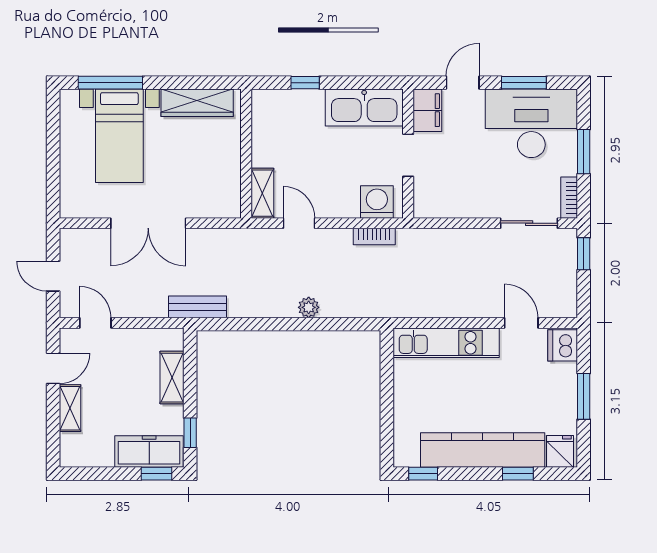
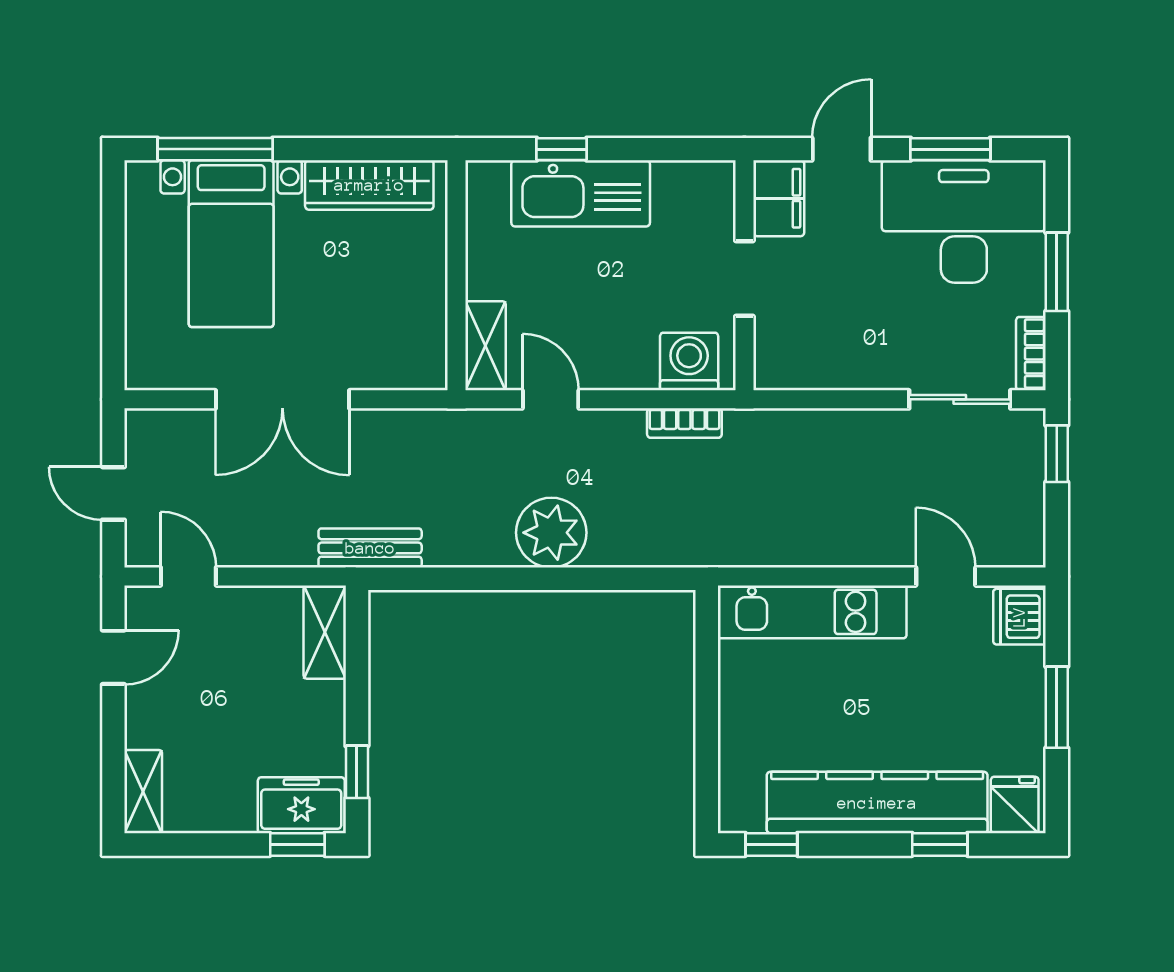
kitchen sink: (364, 107) -> (581, 193), moved
plant: (309, 307) -> (551, 533), width x1.88, depth x1.88
shelving: (172, 378) -> (325, 632), moved
shelving: (70, 408) -> (143, 792), moved
freezer: (149, 451) -> (301, 805), width x0.71

